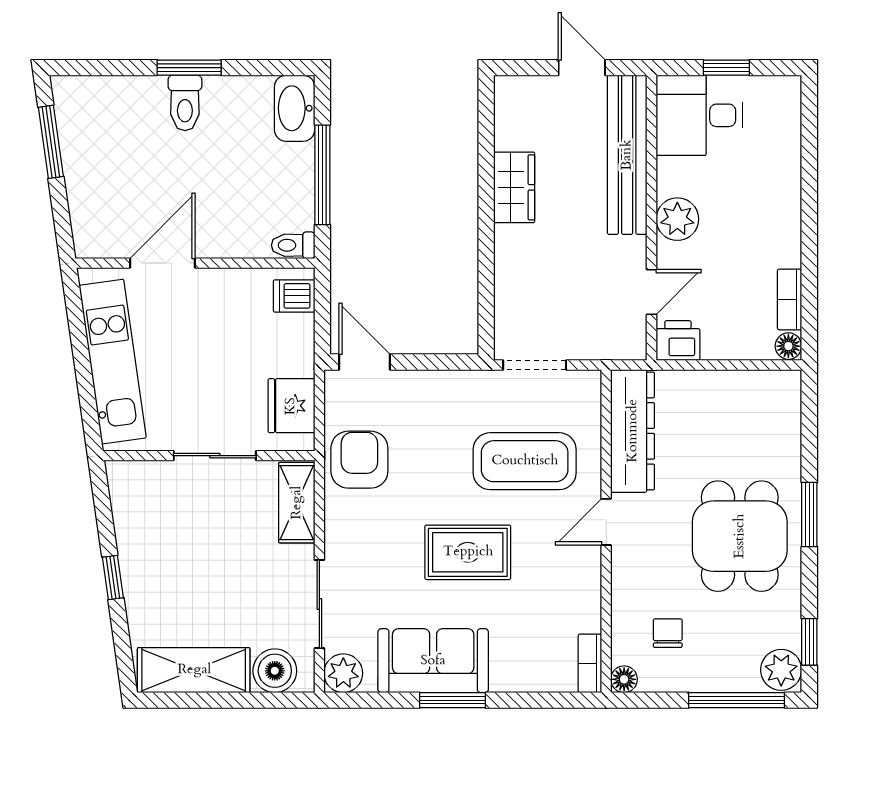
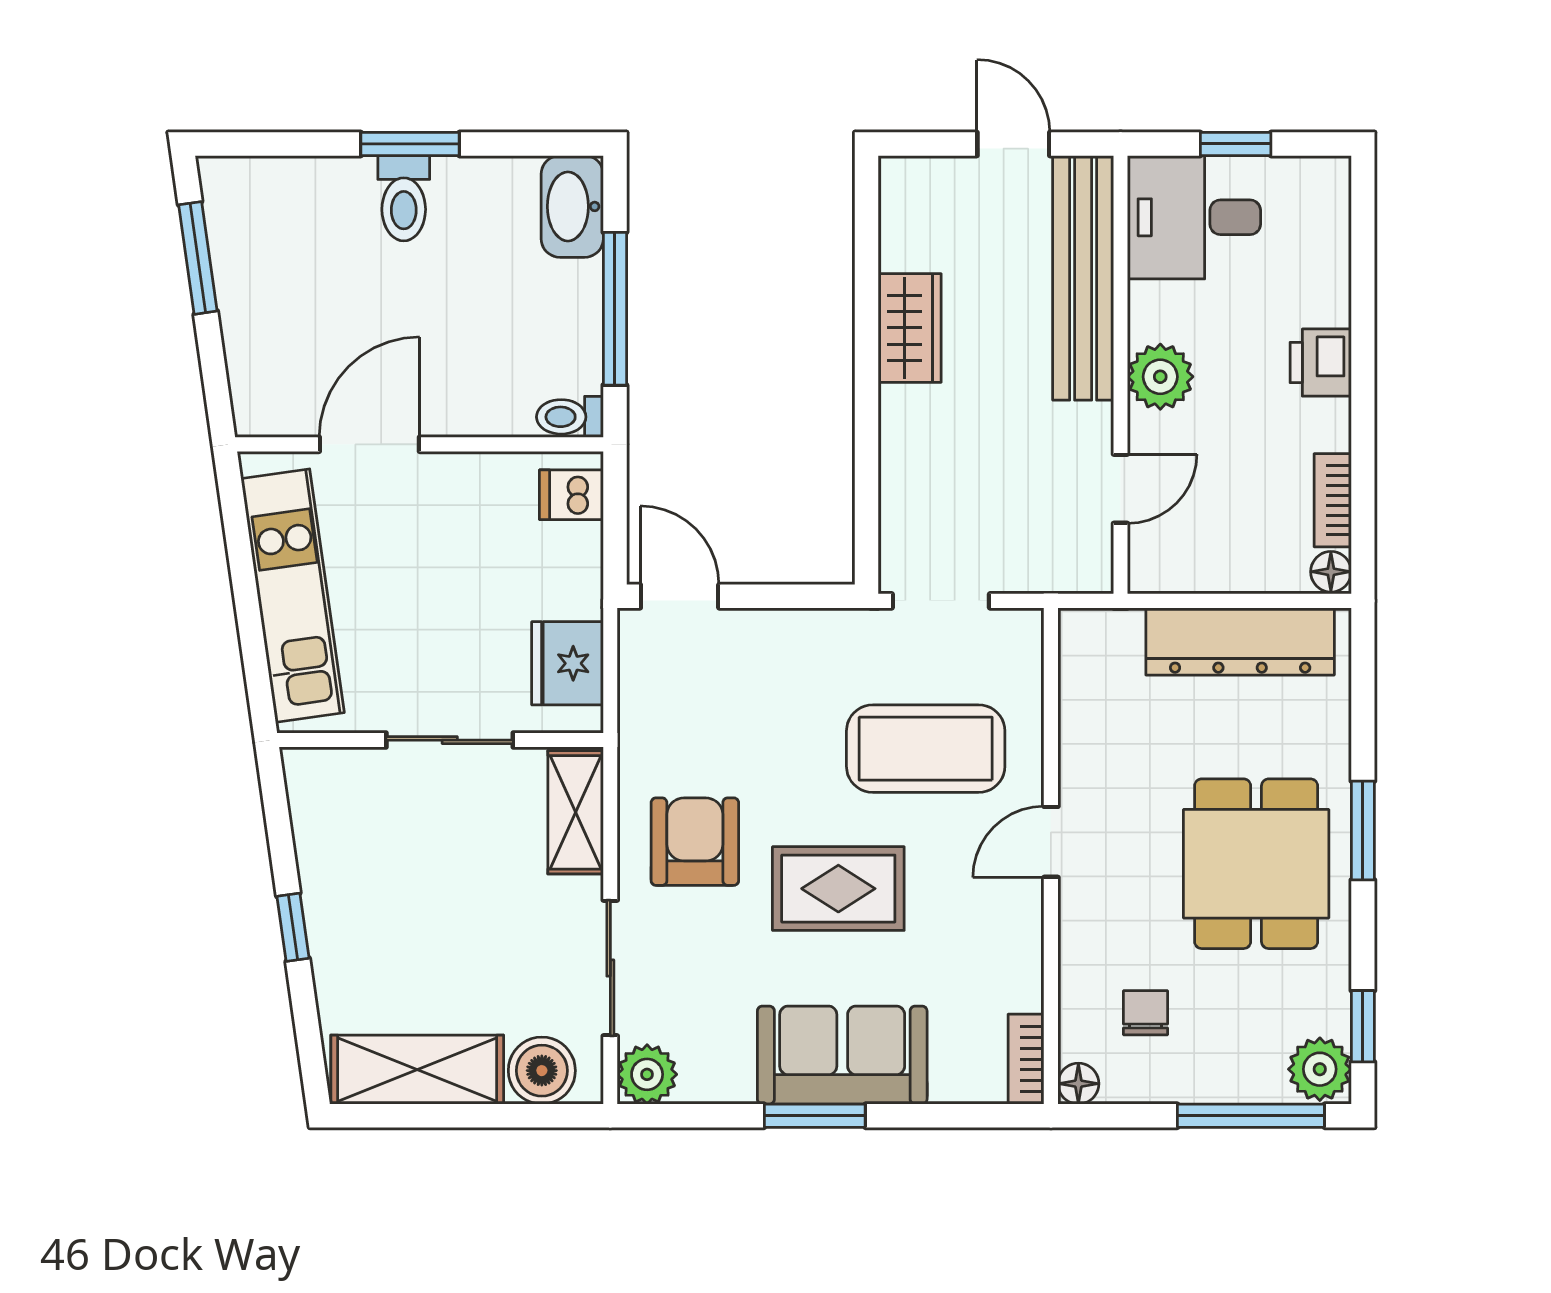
printer: (678, 341) -> (1321, 363), moved, turned -90
dresser: (633, 431) -> (1240, 641), moved, turned 90
armchair: (359, 460) -> (695, 842), moved
sofa: (433, 661) -> (842, 1055), moved

